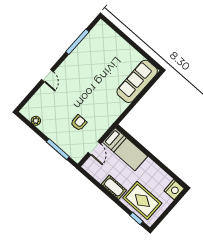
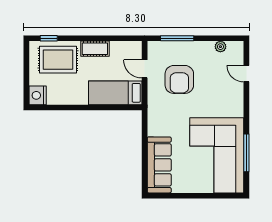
corner sofa: (97, 56) -> (217, 155), added
door: (48, 76) -> (246, 74), moved
armchair: (79, 123) -> (179, 79), width x1.88, depth x1.88

